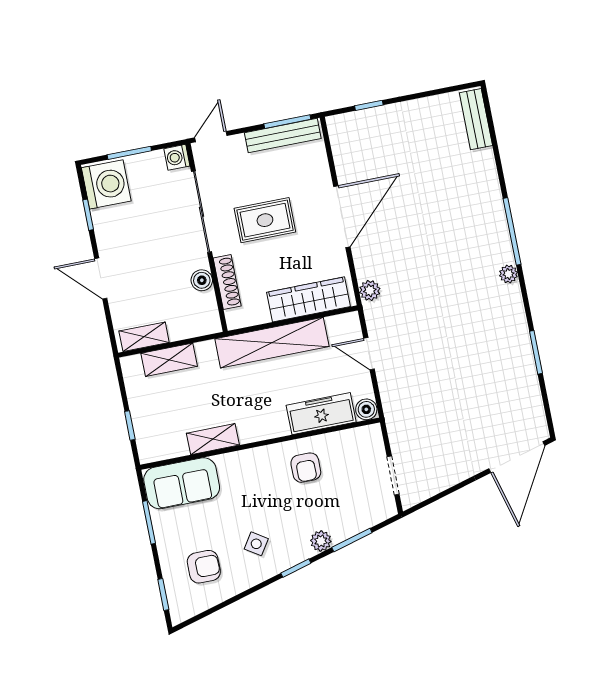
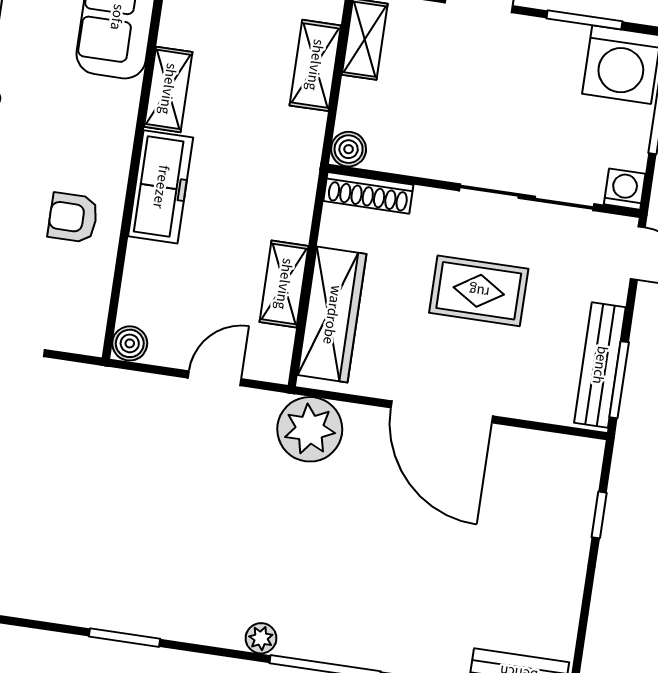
window: (88, 215) -> (584, 20), width x1.50
rug: (265, 220) -> (479, 291), turned 90
boiler: (202, 280) -> (349, 149), moved
shoe rack: (227, 282) -> (368, 193), moved
plant: (370, 290) -> (310, 429), width x1.88, depth x1.88
shelving: (272, 343) -> (284, 284), width x0.45, depth x0.75
freezer: (321, 414) -> (161, 187), moved

